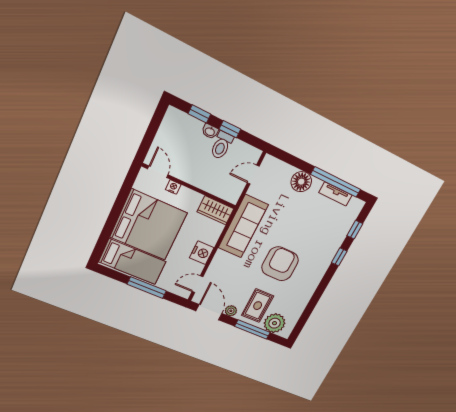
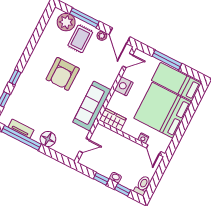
toilet: (222, 145) -> (143, 185), moved

